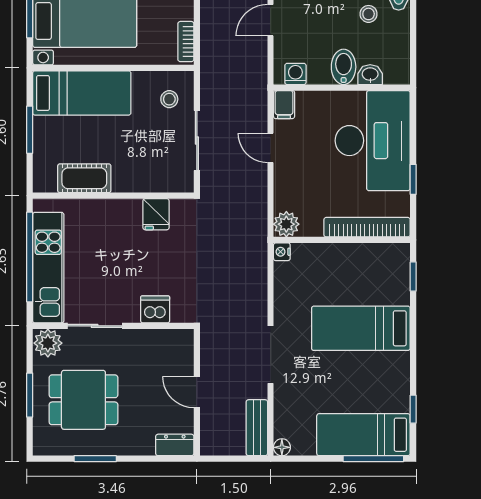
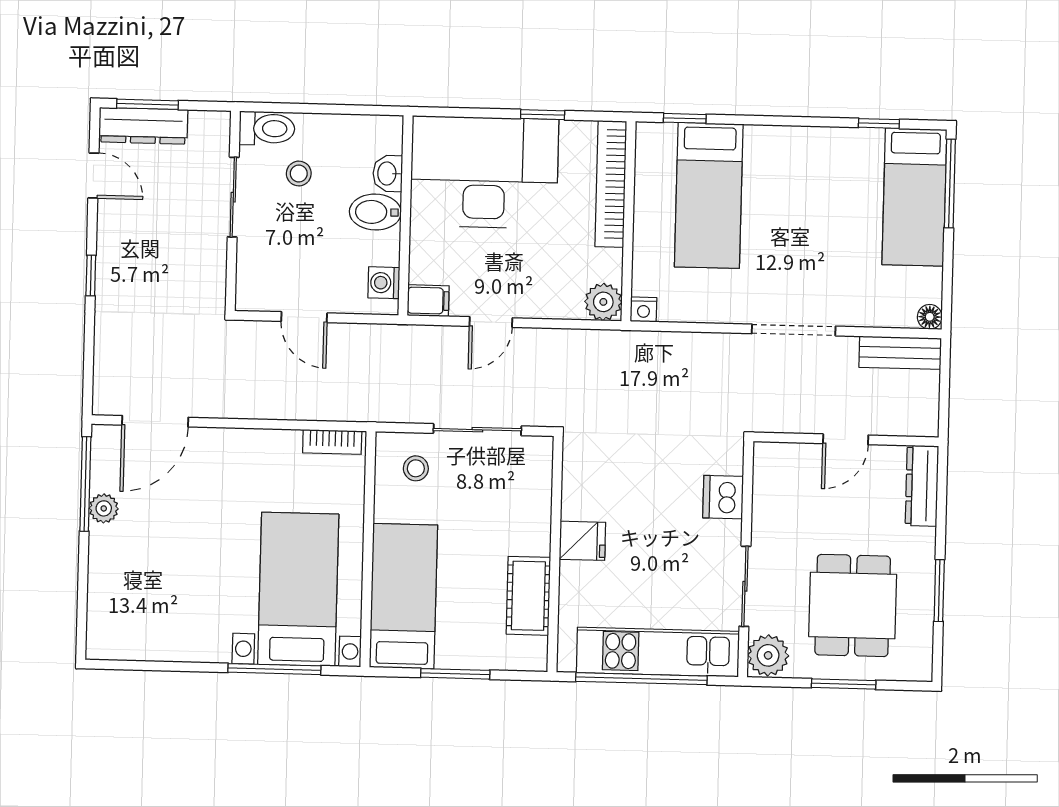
fridge: (156, 214) -> (582, 541), moved
bed: (361, 328) -> (709, 195), moved
dresser: (175, 445) -> (922, 486), width x1.44

